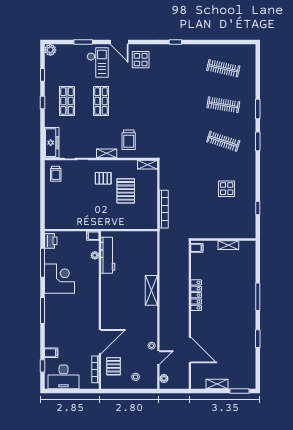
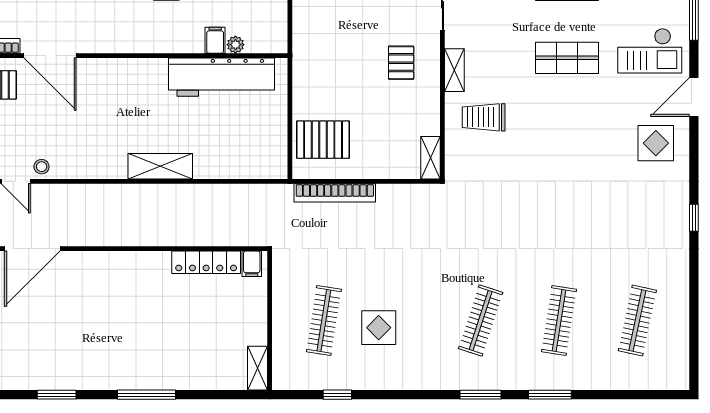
pallet: (126, 191) -> (323, 140), moved
clothes rail: (223, 214) -> (324, 321), added
filing cabinet: (93, 236) -> (215, 40), moved
shelving: (228, 245) -> (257, 368), moved
workbench: (108, 255) -> (222, 77), width x1.36, depth x1.32
locker: (196, 295) -> (206, 262), moved

